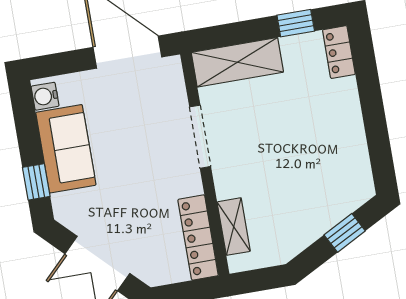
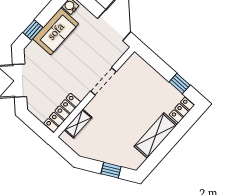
shelving: (237, 62) -> (156, 136), moved, turned 90

